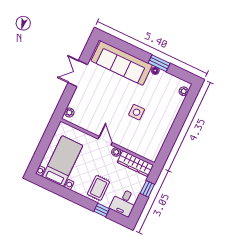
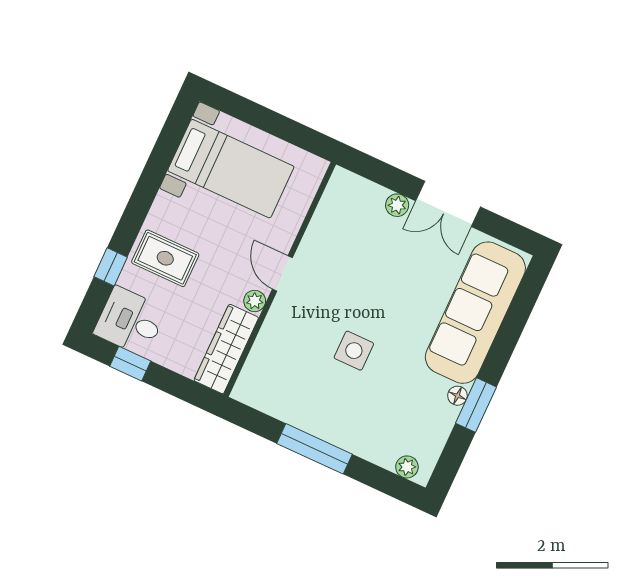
double door: (78, 74) -> (448, 204), swing flipped
plant: (69, 112) -> (397, 205), moved
window: (176, 129) -> (315, 449), added
door: (105, 141) -> (282, 273), swing flipped
window: (147, 189) -> (130, 364), moved

